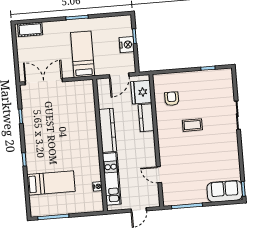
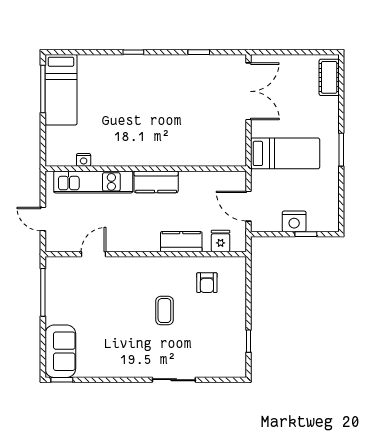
fridge: (141, 92) -> (221, 241), width x0.53, depth x0.75
armchair: (172, 99) -> (207, 283), turned 90
kitchen counter: (108, 130) -> (156, 182), width x0.67
bed: (51, 183) -> (61, 90), moved

